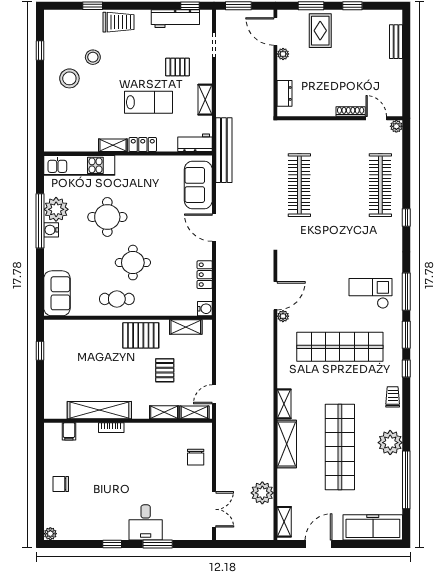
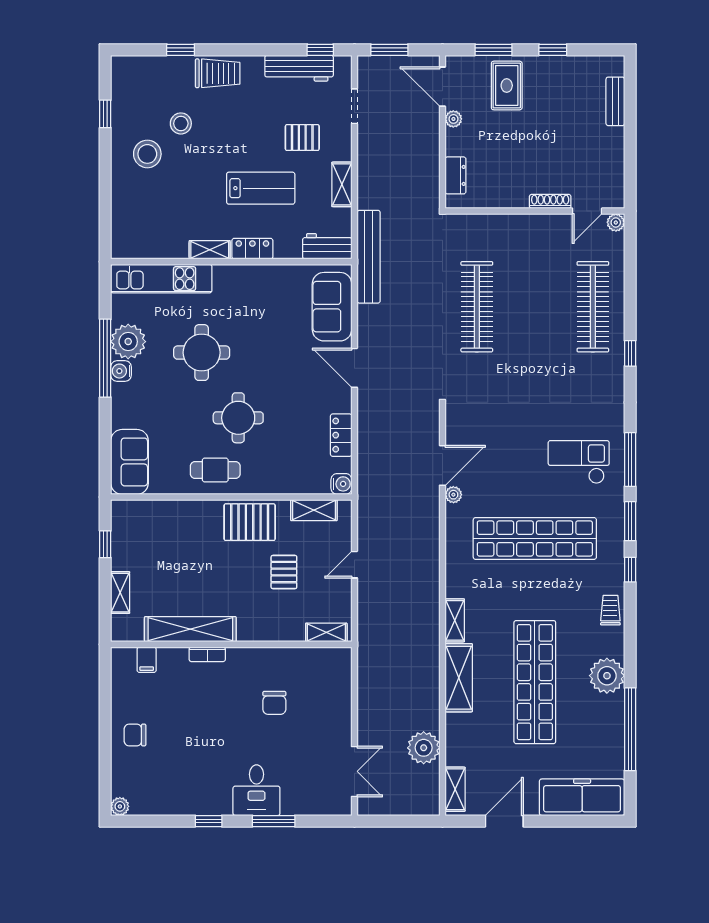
door: (376, 118) -> (587, 211), swing flipped
door: (214, 394) -> (354, 565), moved
shelving: (164, 412) -> (120, 593), moved, turned 90
chair: (196, 457) -> (274, 703), moved

